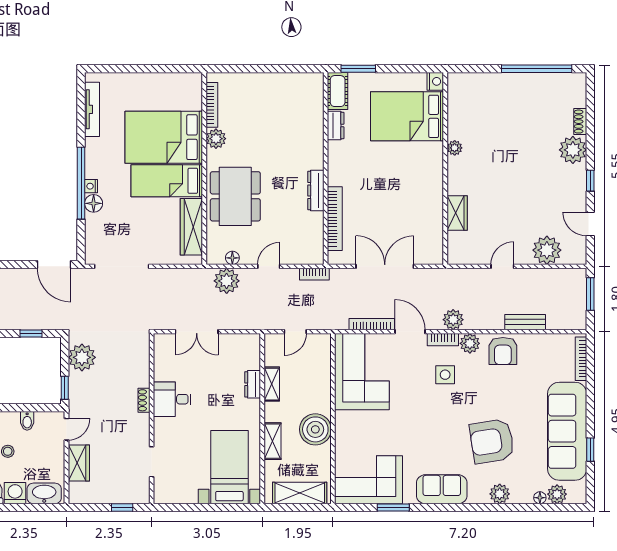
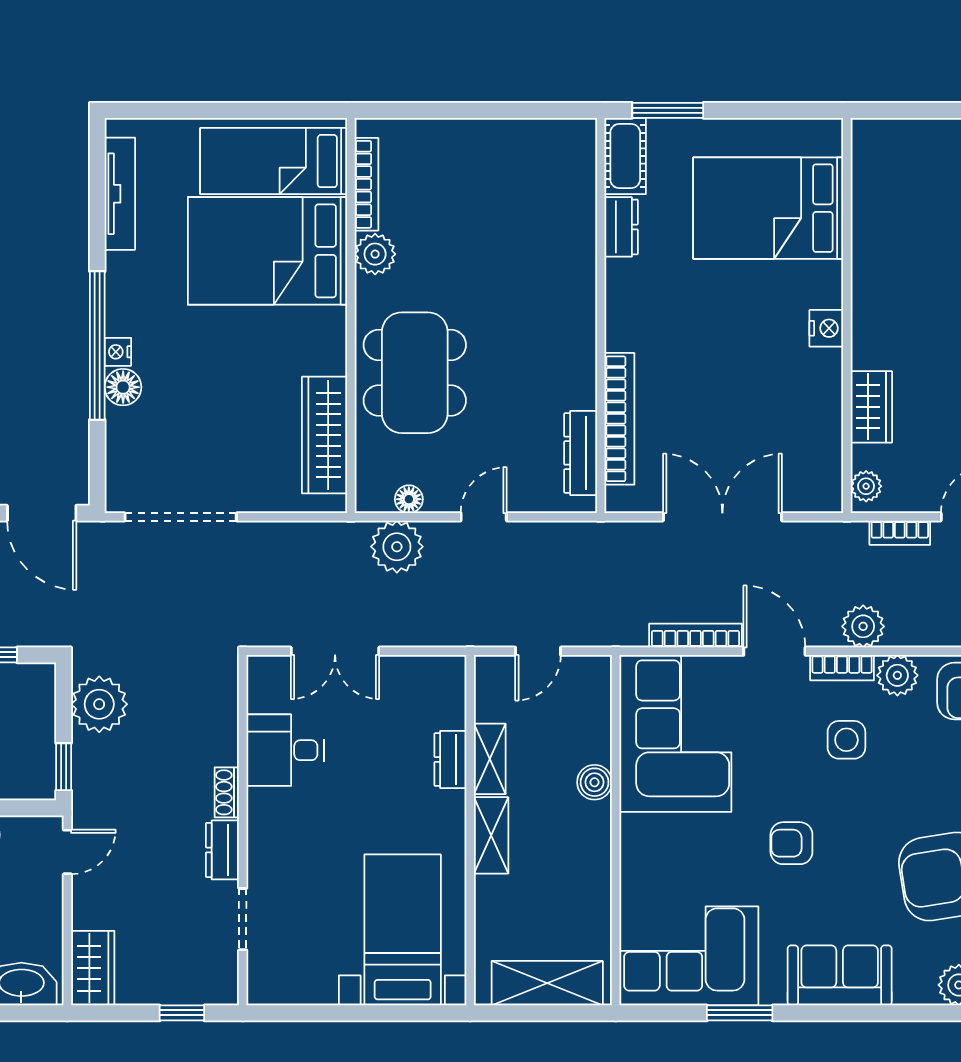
nightstand: (435, 81) -> (826, 328), moved
plant: (455, 148) -> (866, 486), moved
bed: (167, 181) -> (274, 161), moved
dresser: (316, 190) -> (581, 453), moved
bookcase: (314, 274) -> (900, 533), moved
desk: (172, 399) -> (285, 750), moved
armchair: (418, 425) -> (791, 843), added
dresser: (142, 428) -> (222, 850), added
boiler: (315, 429) -> (595, 782), moved, width x0.54, depth x0.54
shelving: (272, 441) -> (491, 835), moved
wardrobe: (79, 463) -> (93, 968), moved

